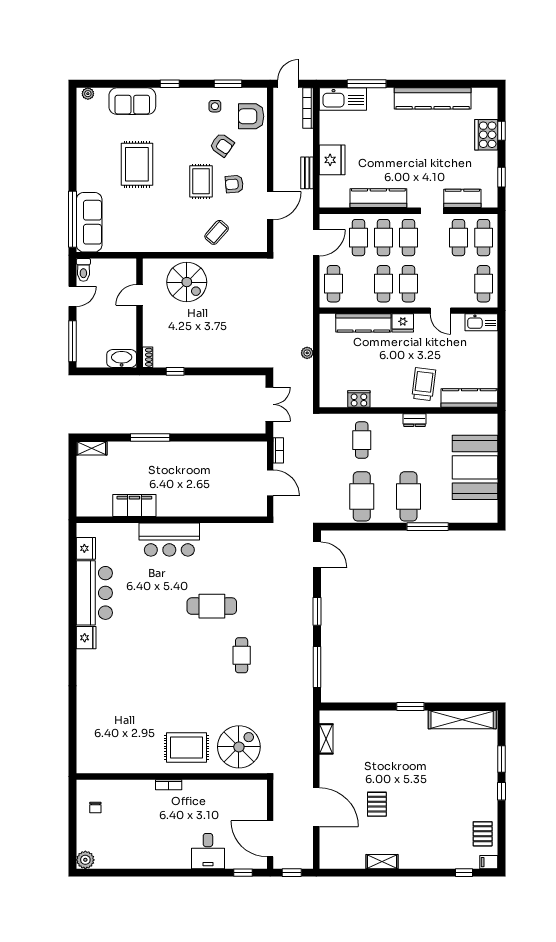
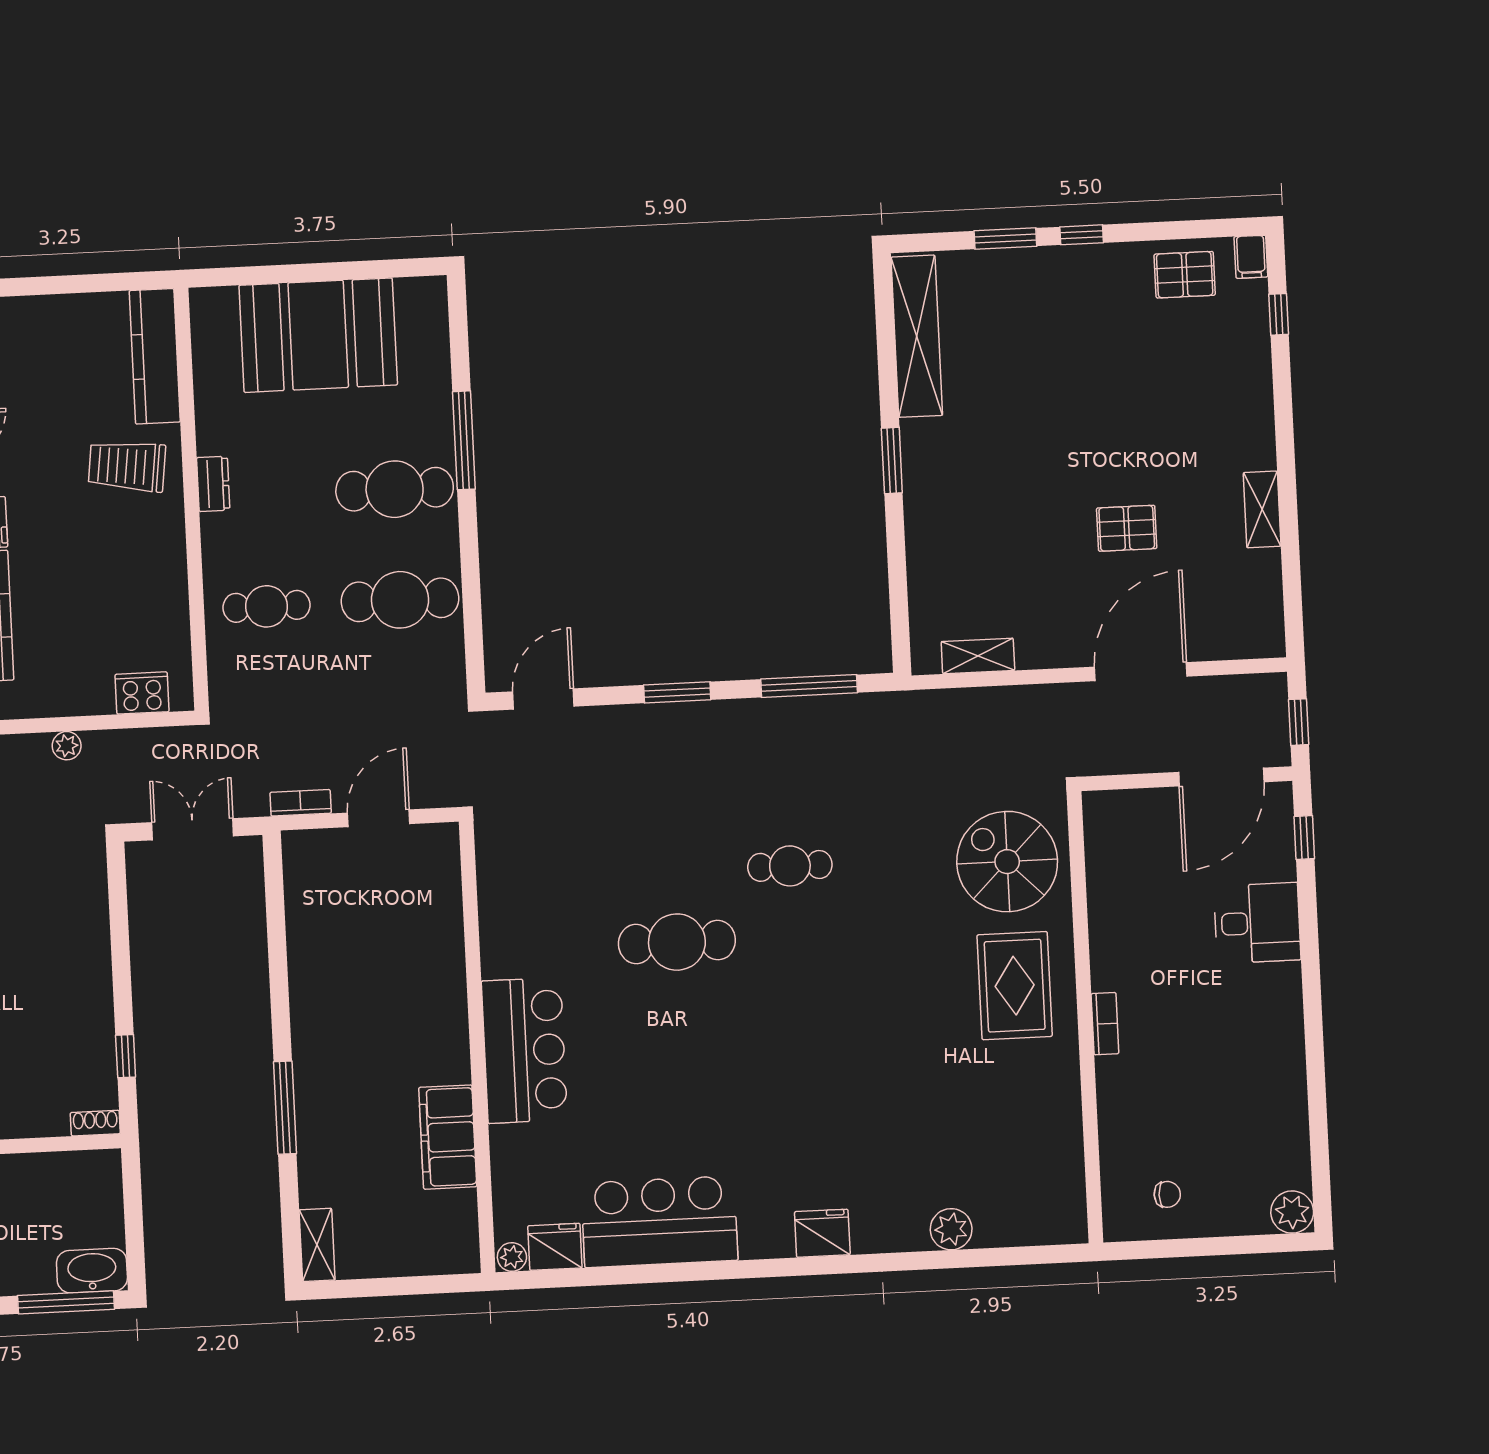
washbasin: (122, 359) -> (92, 1271), moved, turned 90
cooker: (359, 399) -> (142, 693), moved, turned 90
plant: (82, 530) -> (512, 1257), added
cafe table: (212, 606) -> (677, 942), turned 90
fridge: (86, 638) -> (822, 1233), moved
plant: (85, 716) -> (951, 1229), added

